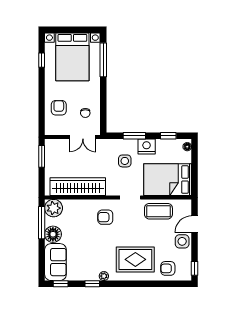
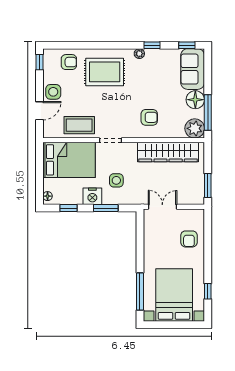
chair: (85, 113) -> (160, 233), removed
armchair: (105, 217) -> (149, 117), moved

